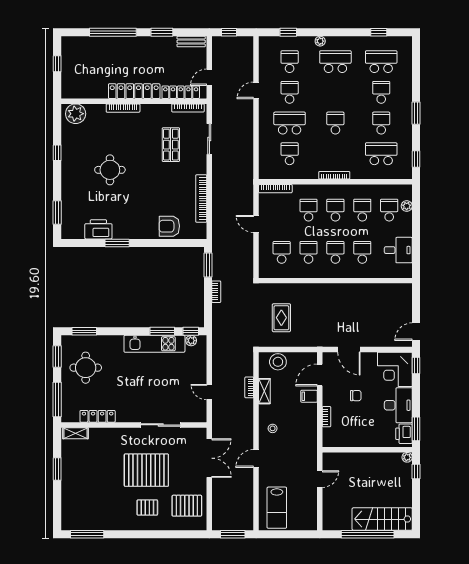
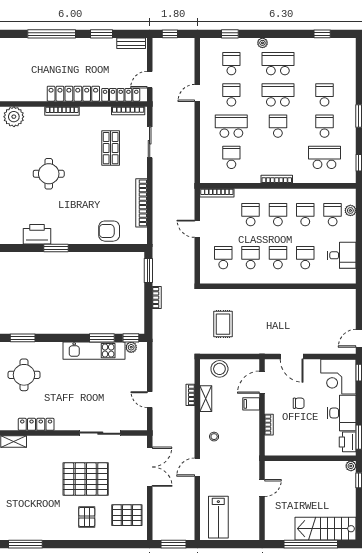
school desk: (381, 62) -> (278, 95), moved
pallet: (147, 507) -> (87, 517), turned 90

